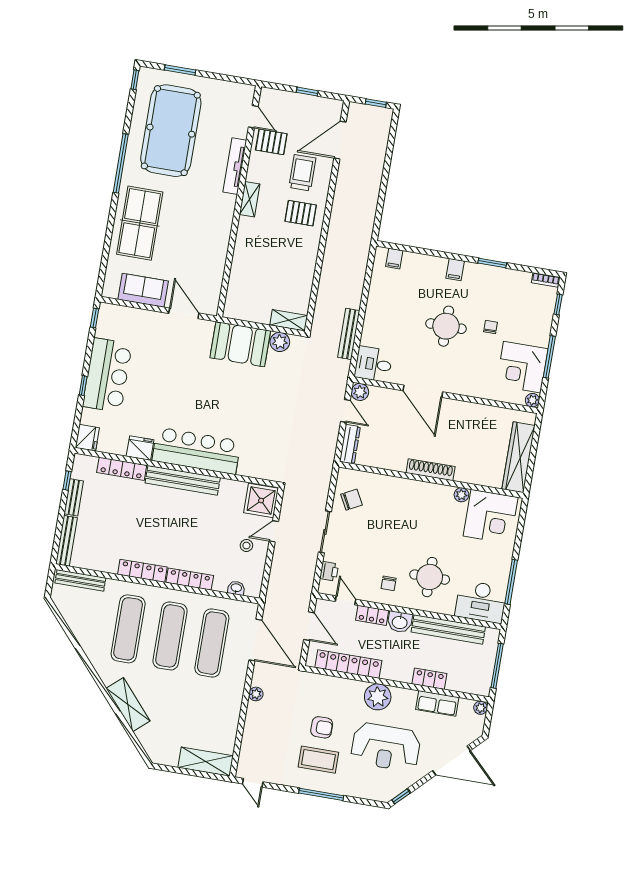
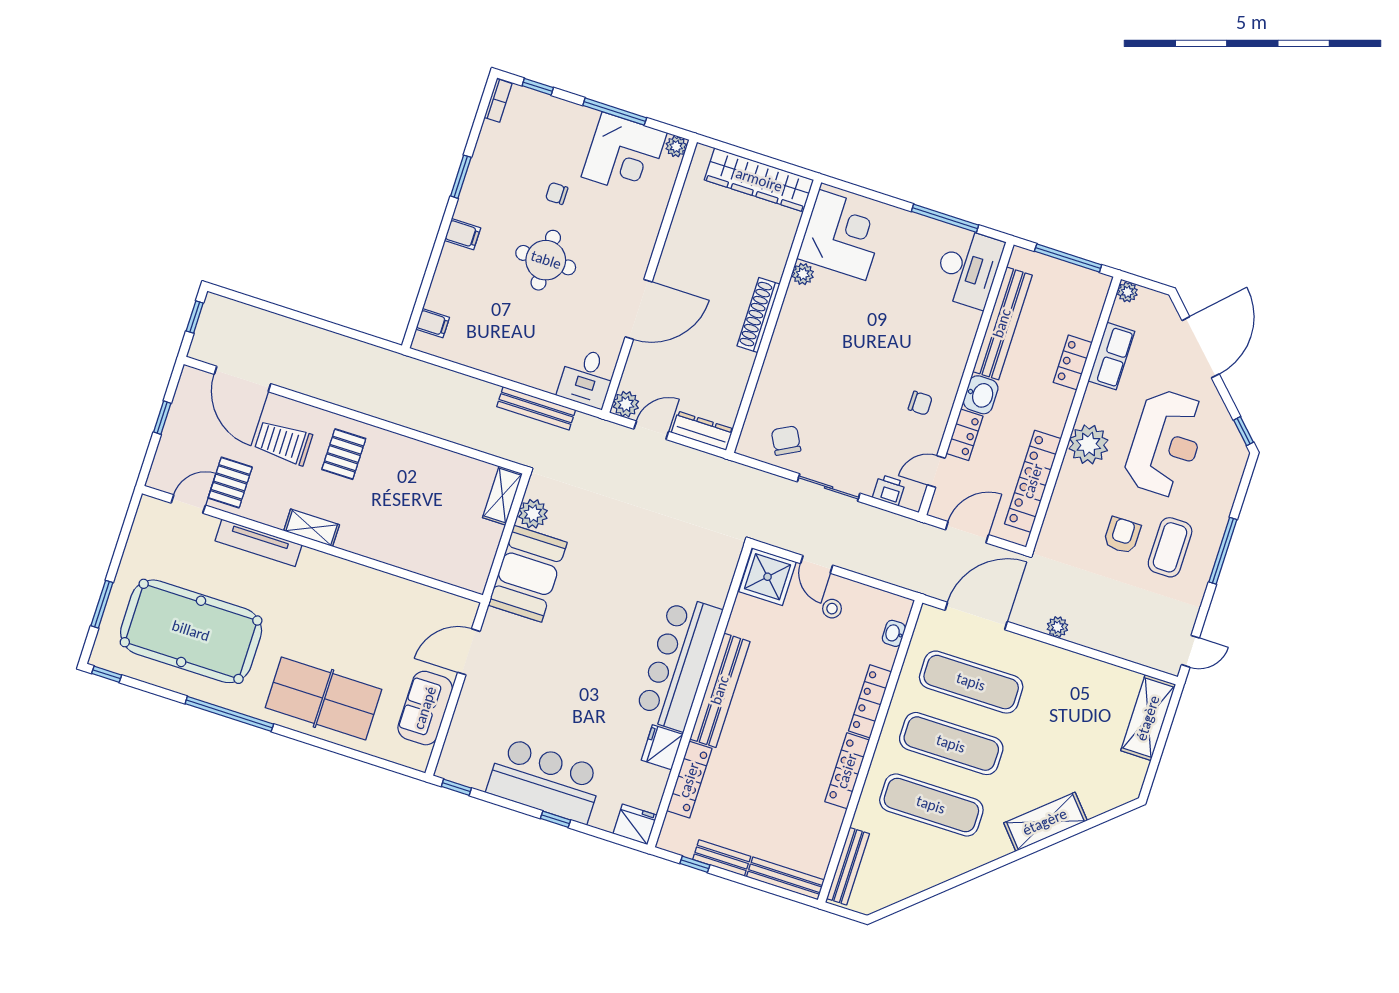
round table: (430, 577) -> (920, 340), removed

